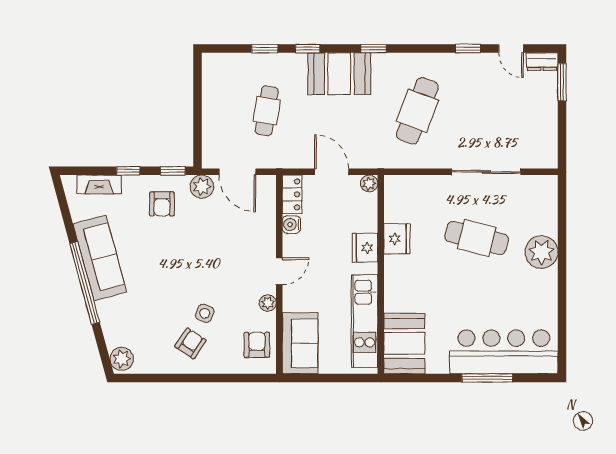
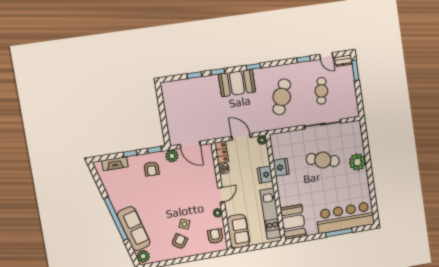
cafe table: (267, 111) -> (321, 91), moved
sofa: (100, 258) -> (134, 229), moved

